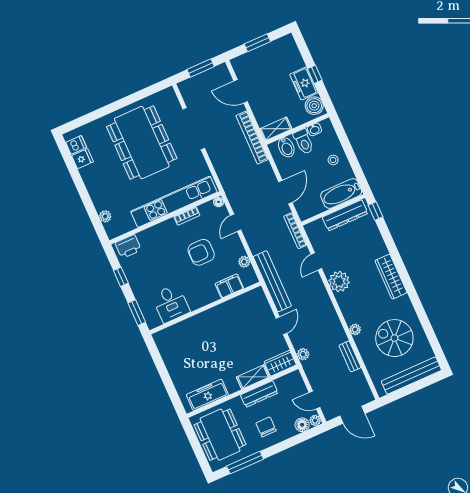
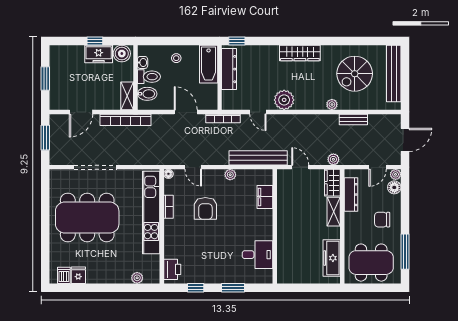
filing cabinet: (229, 286) -> (265, 197), moved
desk: (171, 304) -> (257, 255), moved
wall: (205, 308) -> (275, 226), moved
dresser: (259, 394) -> (351, 195), moved

